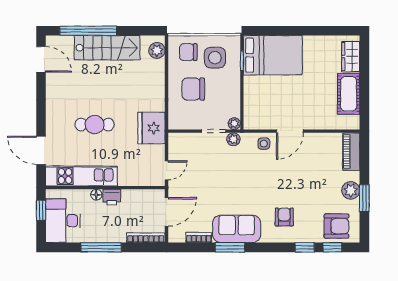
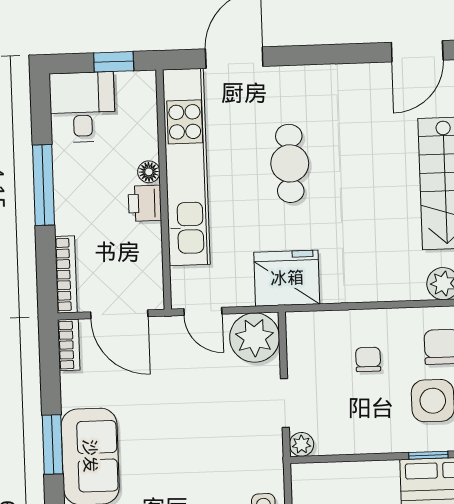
chair: (193, 89) -> (368, 359), width x0.54, depth x0.54
plant: (233, 139) -> (255, 338), moved, width x1.87, depth x1.87
kitchen unit: (82, 176) -> (186, 167), width x1.36
desk: (63, 221) -> (82, 107), width x0.73
bookcase: (199, 237) -> (69, 345), moved

